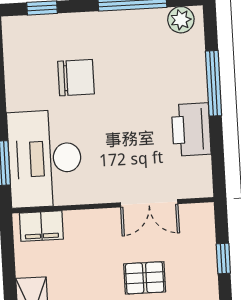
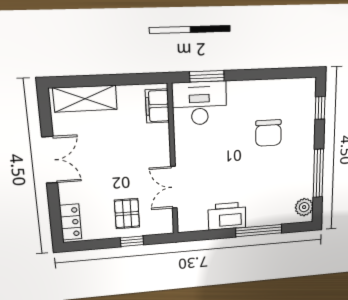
desk: (45, 159) -> (199, 103), width x0.73, depth x0.77
pallet: (145, 278) -> (127, 214), moved

